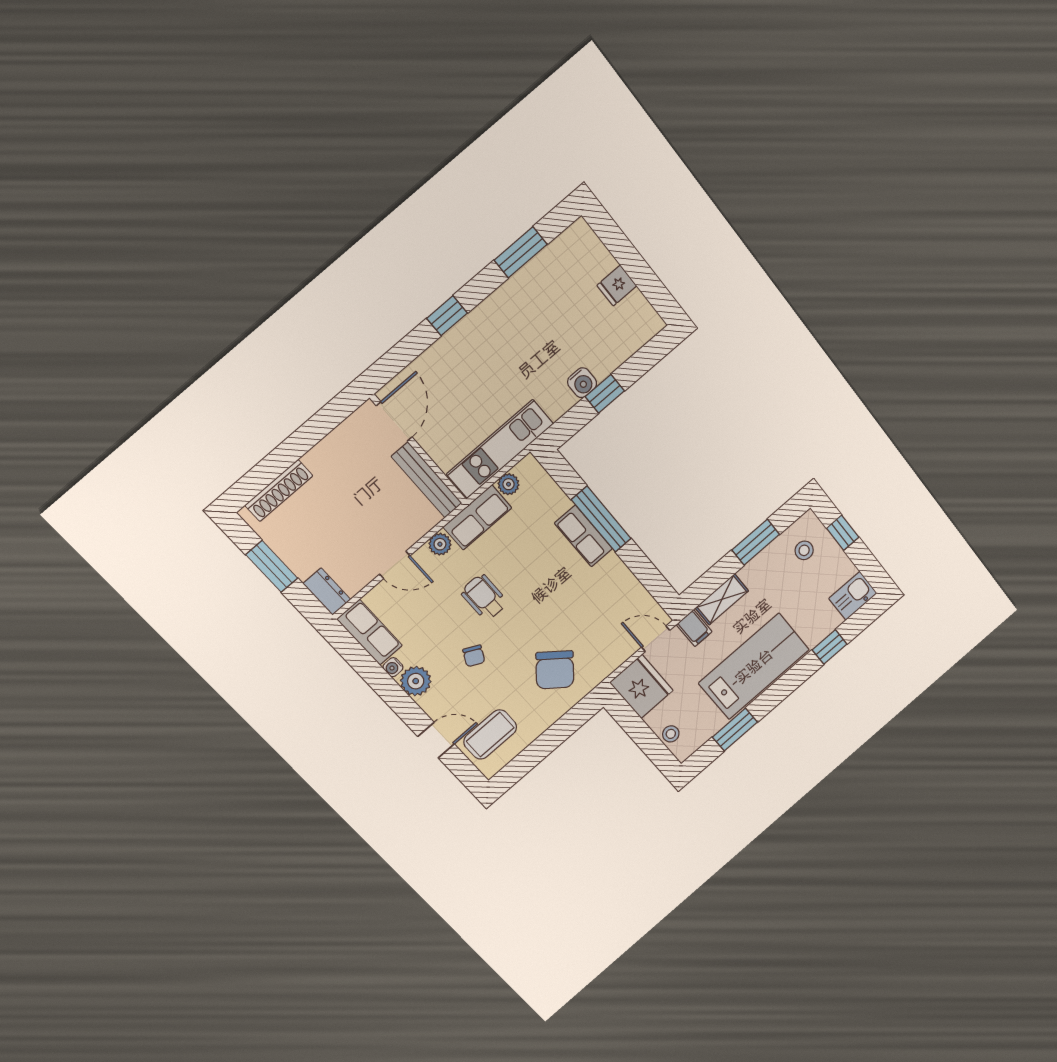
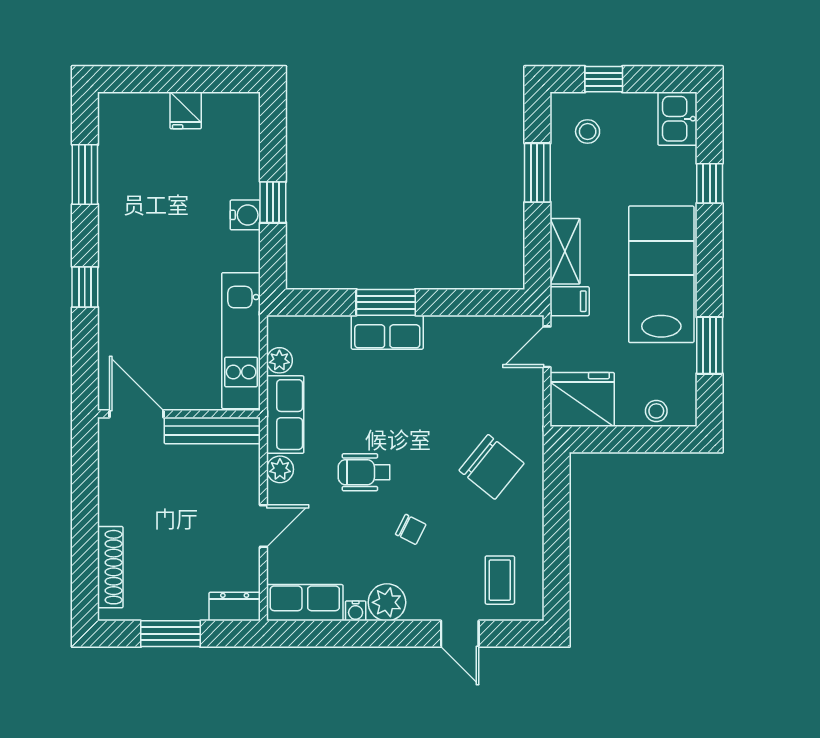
window: (601, 519) -> (386, 302), width x0.69
coffee table: (490, 734) -> (500, 580), width x0.73, depth x0.77
door: (436, 740) -> (460, 634), swing flipped

